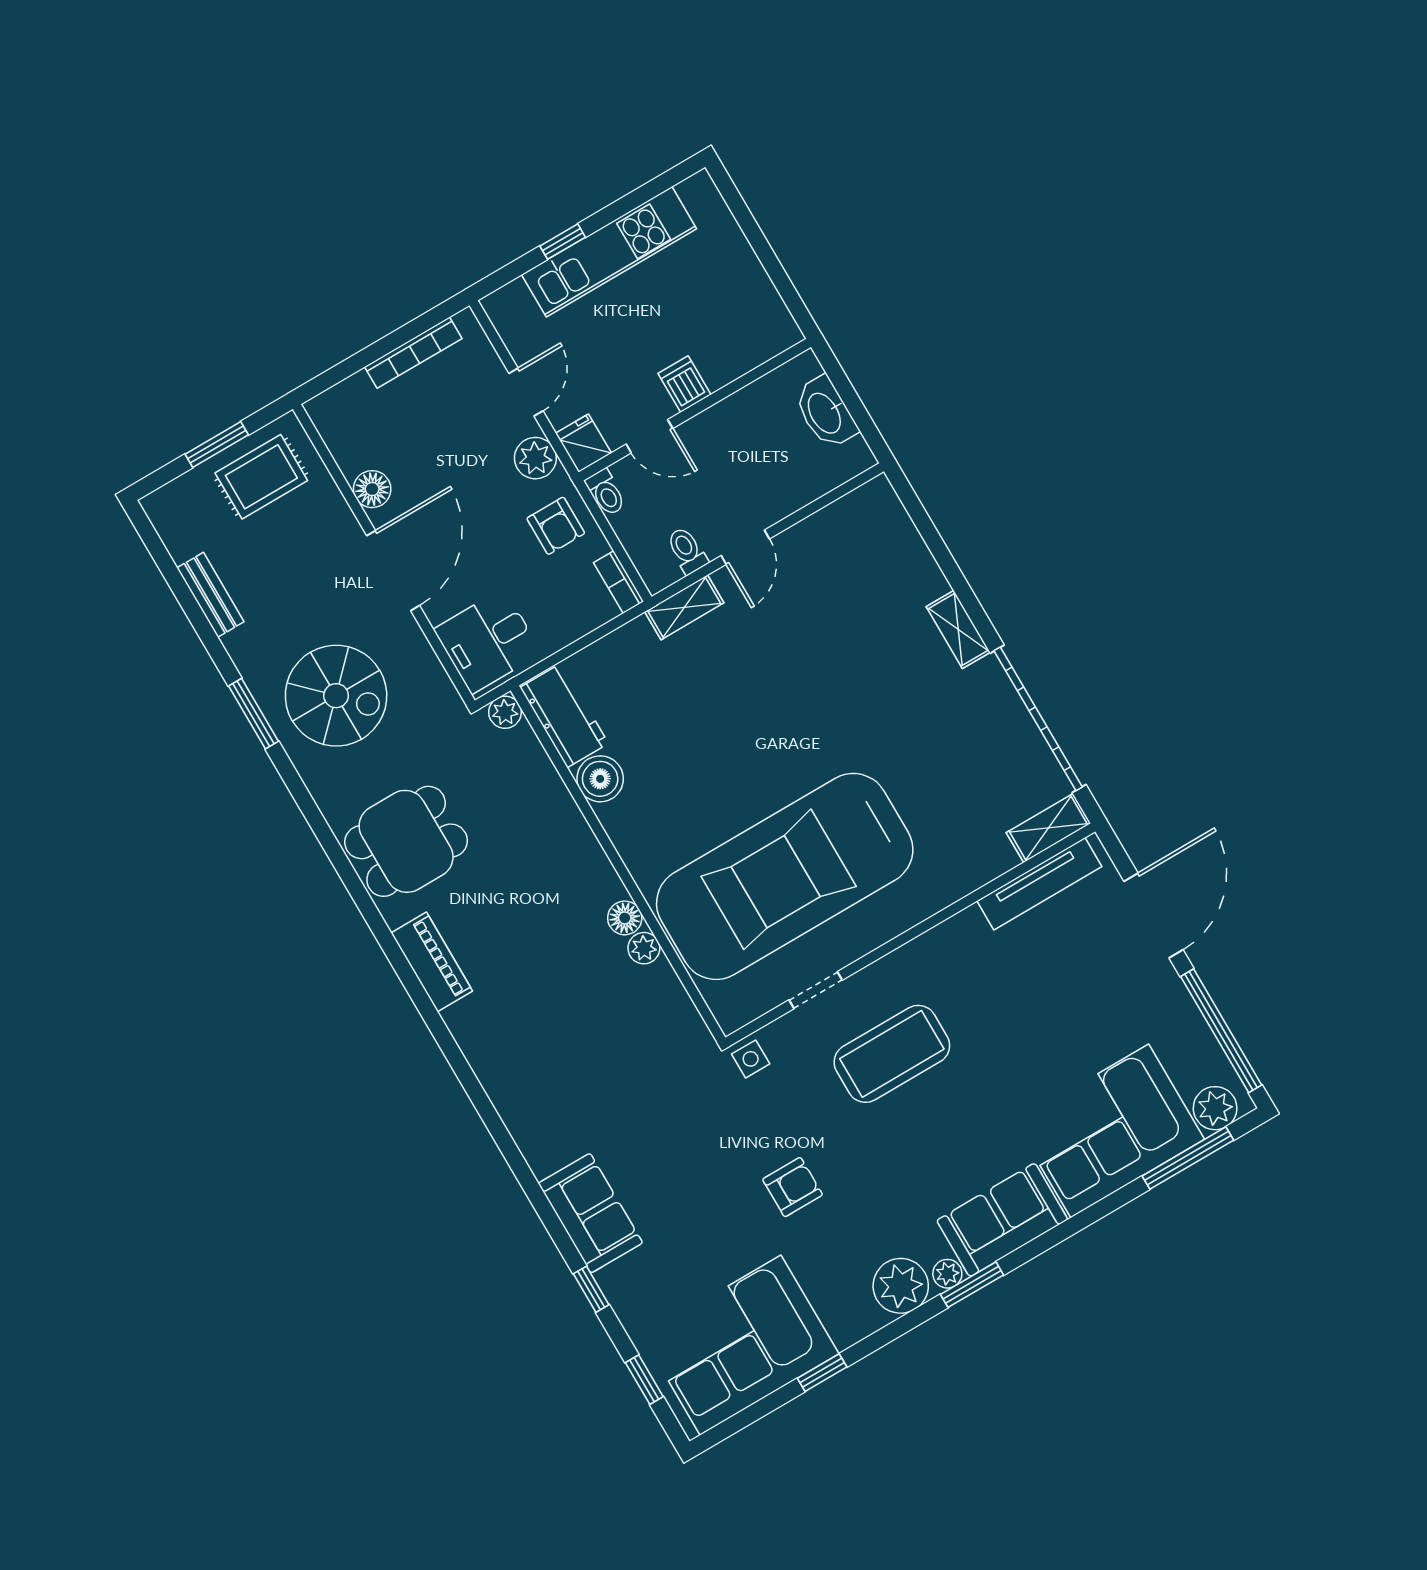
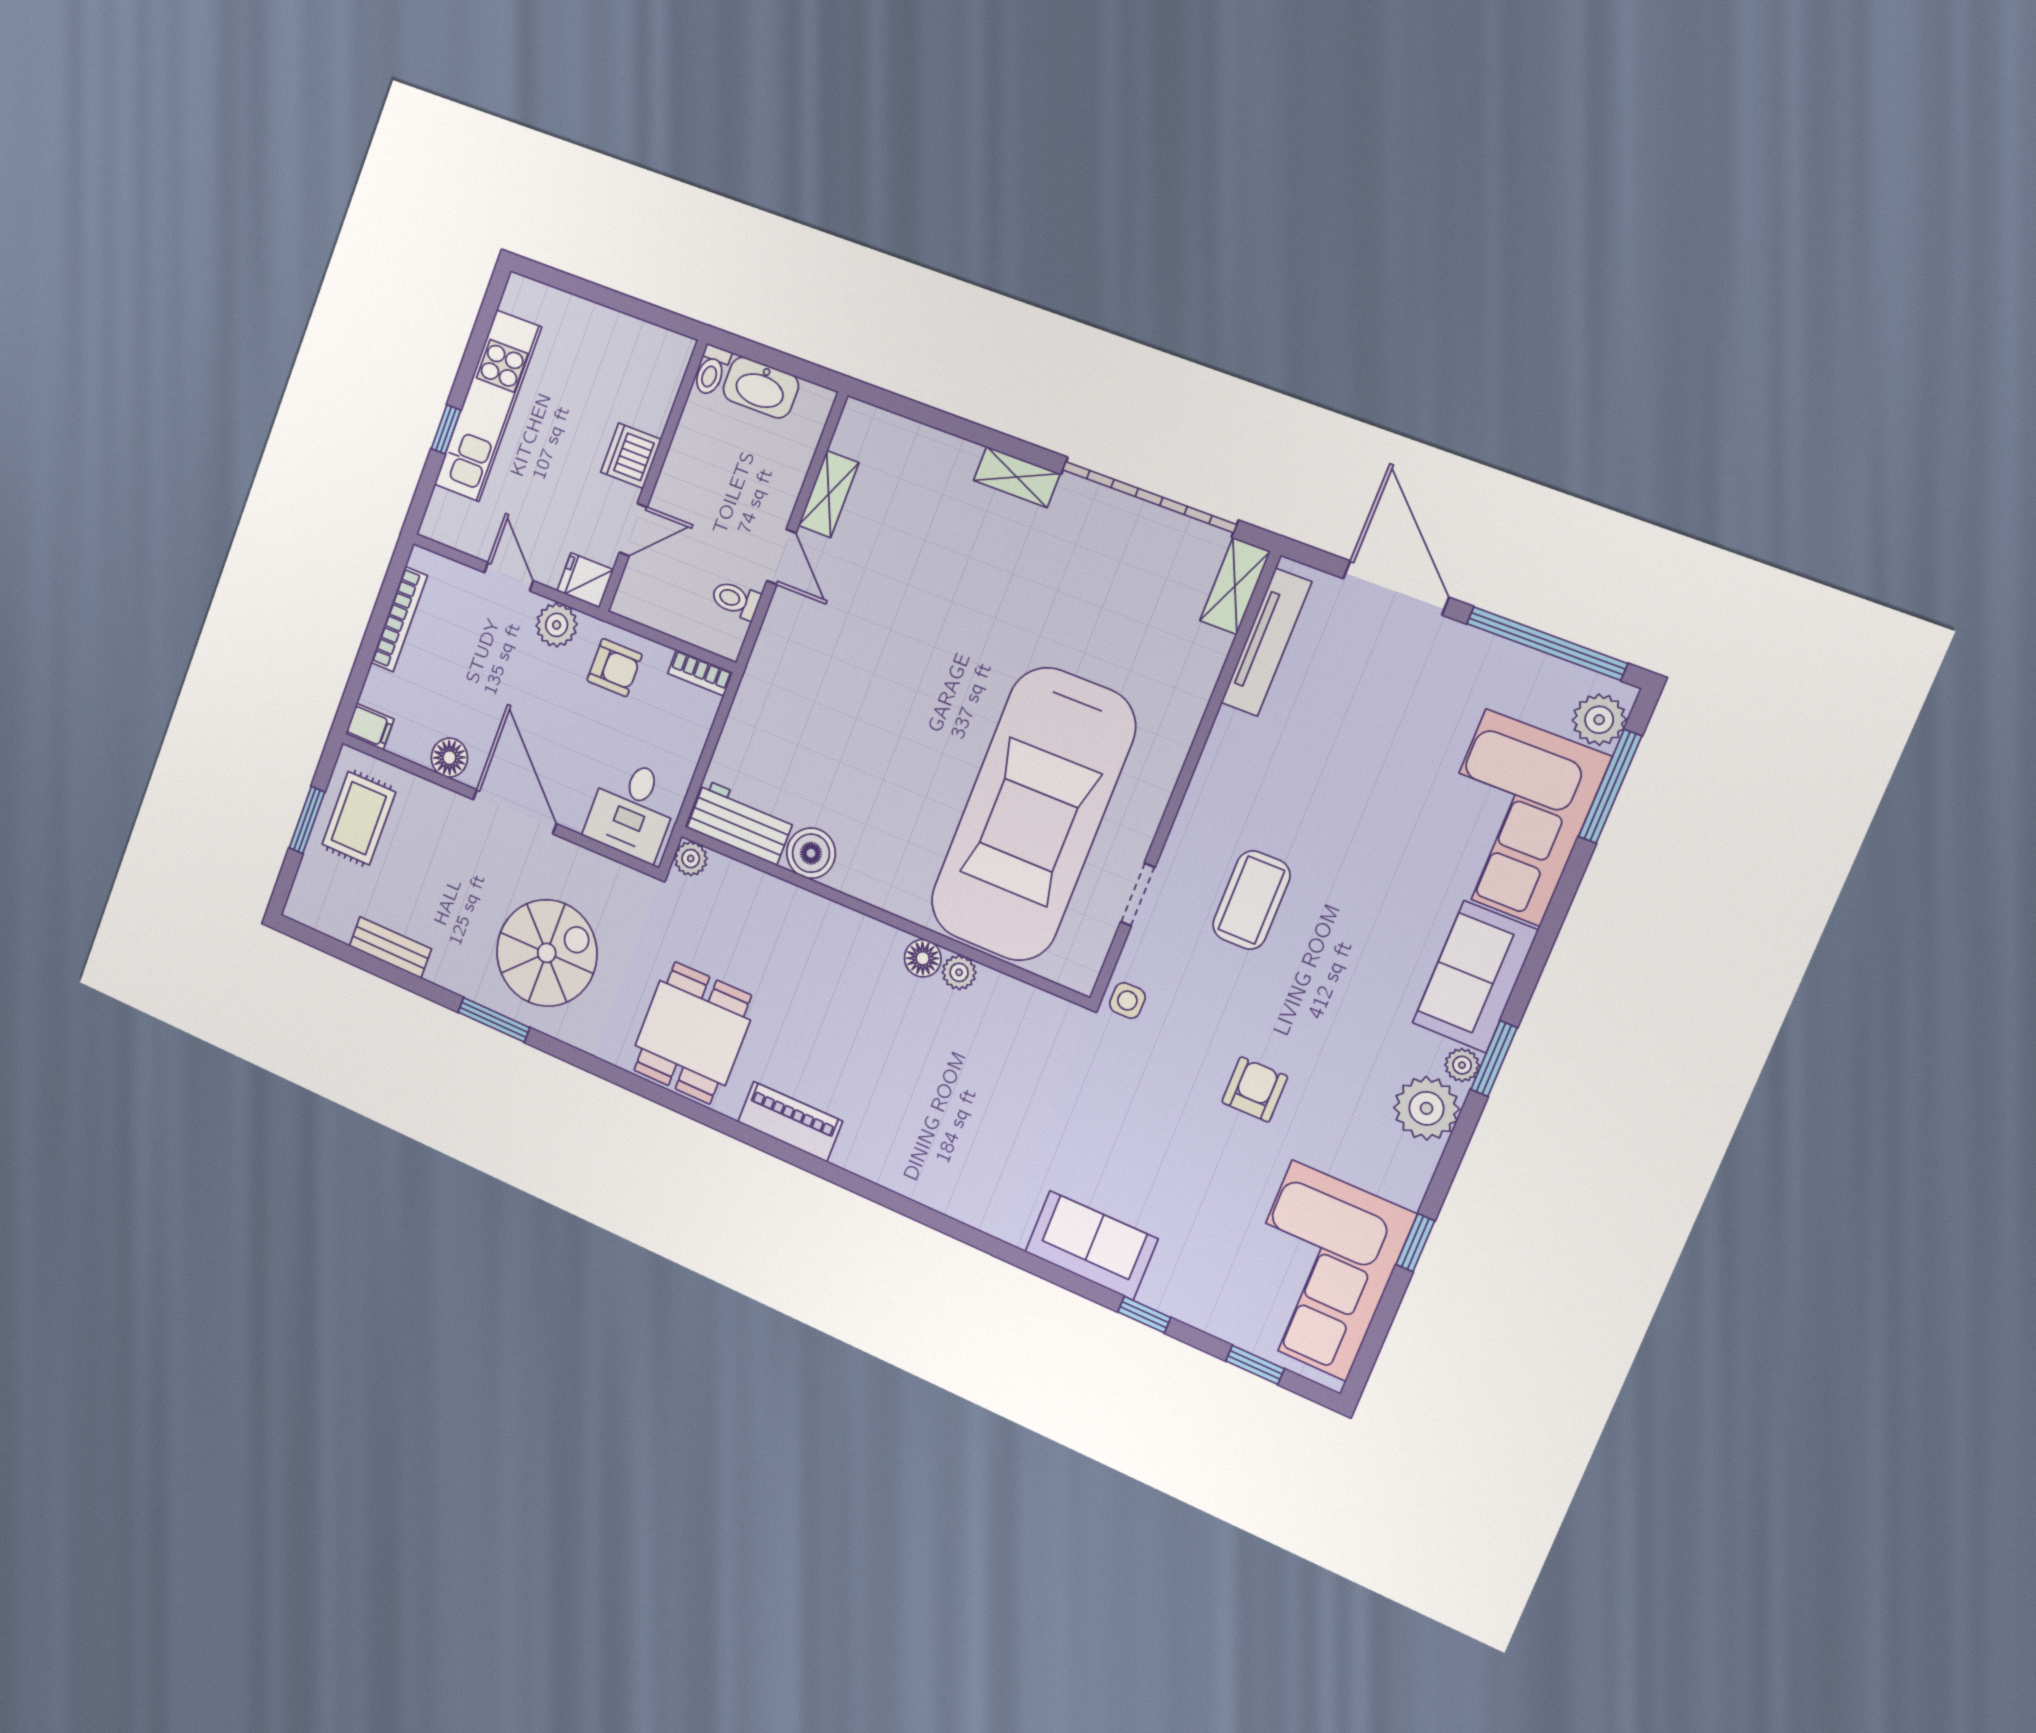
dishwasher: (684, 384) -> (631, 456), width x1.38
filing cabinet: (325, 414) -> (370, 727), added
toilet: (606, 492) -> (711, 370), moved, turned 90
shelving: (684, 607) -> (829, 494), moved
coffee table: (892, 1054) -> (1251, 900), width x0.73, depth x0.76

